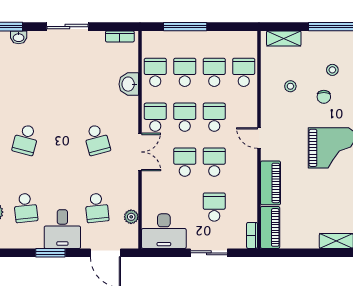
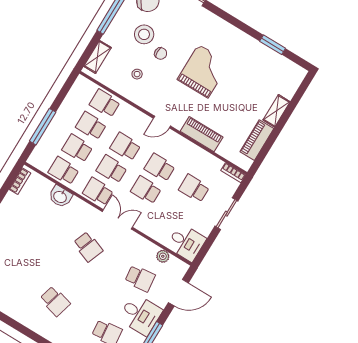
stool: (332, 70) -> (144, 34), width x1.89, depth x1.89
school desk: (97, 140) -> (88, 247), turned 36
piano: (270, 227) -> (257, 140), moved, turned -90
desk: (164, 231) -> (186, 243), width x0.73

